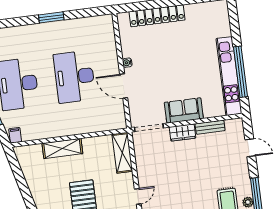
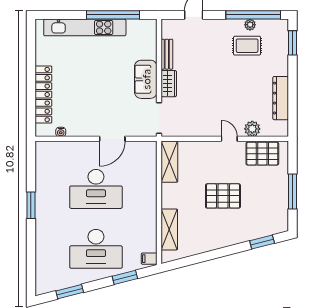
water cooler: (127, 63) -> (61, 132), moved
kitchen unit: (229, 76) -> (85, 27), moved
shelving: (62, 148) -> (169, 229), moved
shelving: (122, 153) -> (169, 162), moved, turned 90

